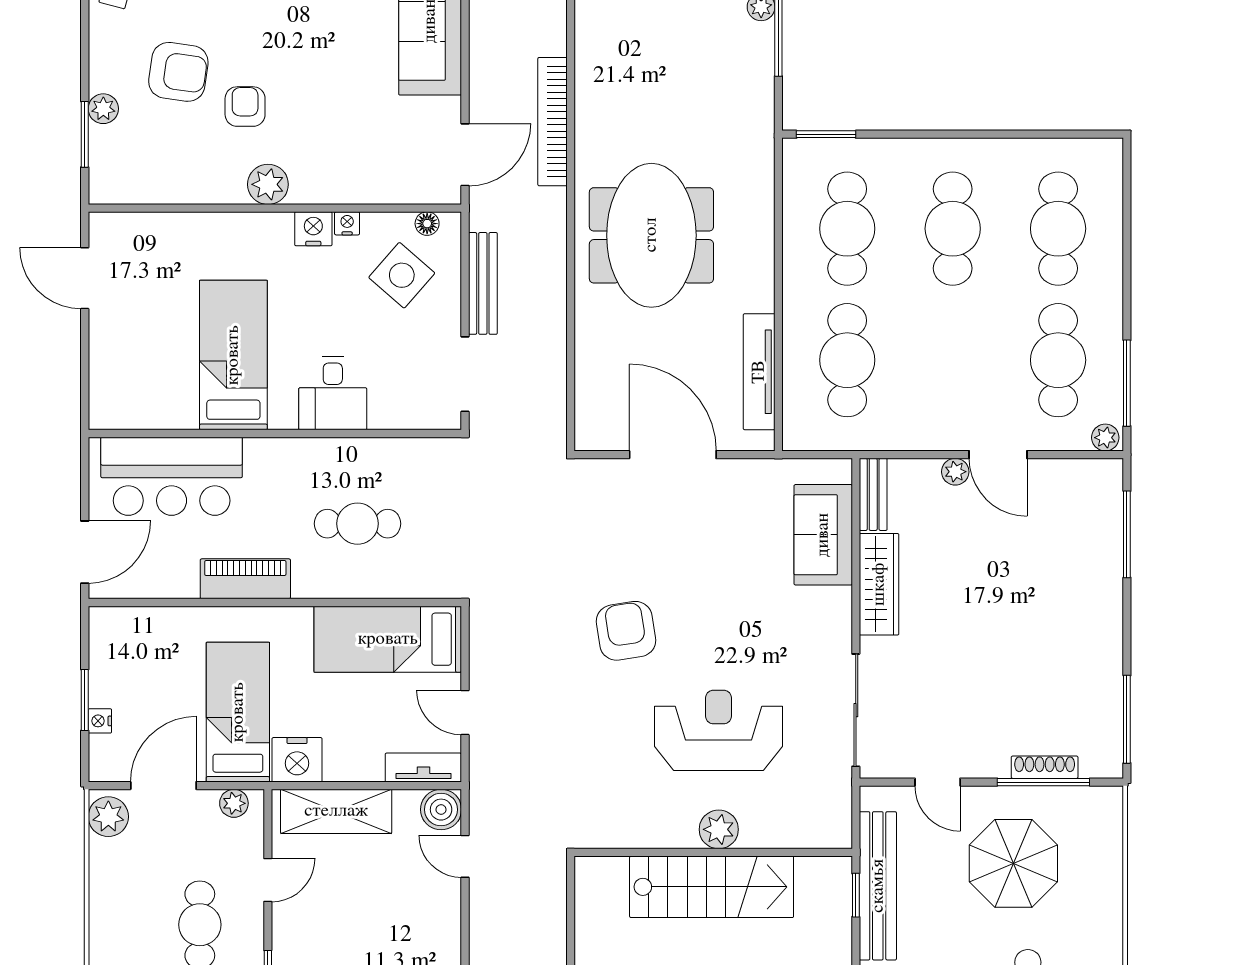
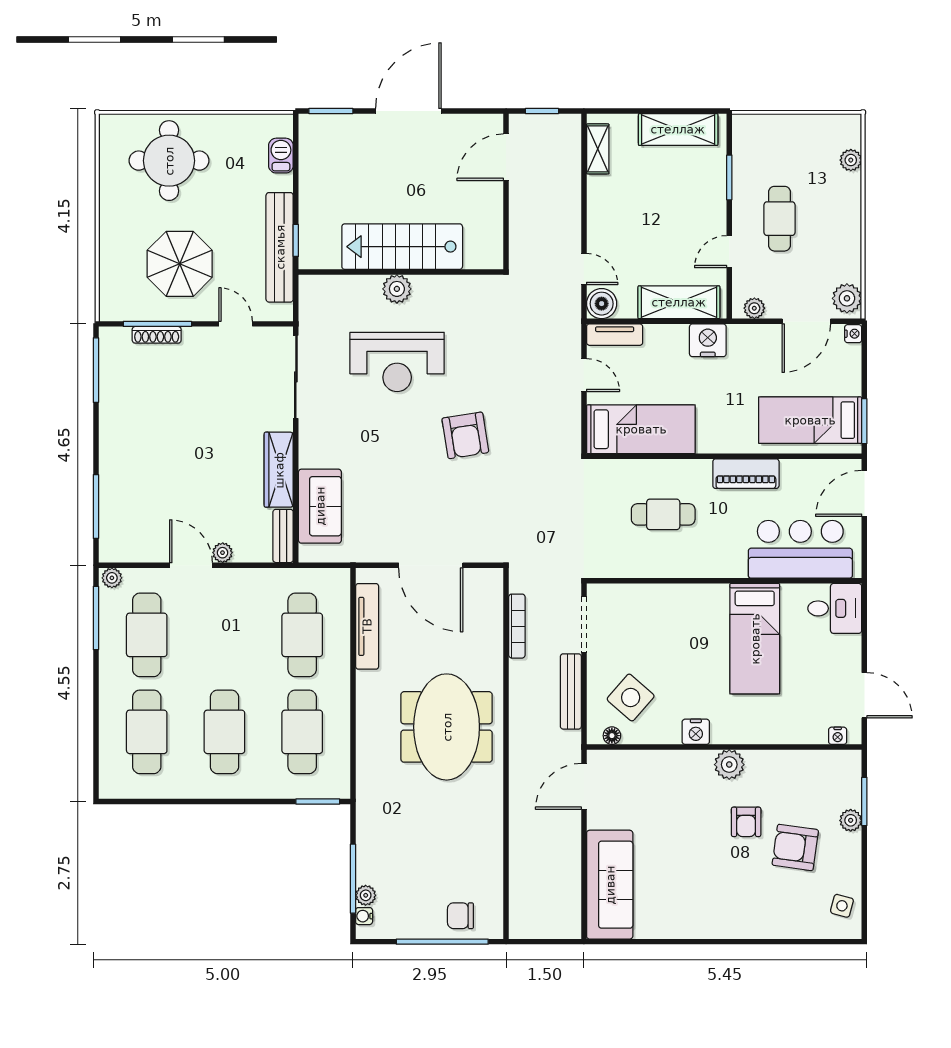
bookcase: (553, 122) -> (517, 626), moved, width x0.68, depth x0.76
nightstand: (347, 223) -> (838, 736), moved
desk: (333, 393) -> (835, 608), moved, turned 90
window: (85, 700) -> (864, 421), moved
bed: (238, 712) -> (810, 420), moved, turned 90
nightstand: (100, 721) -> (853, 334), moved

